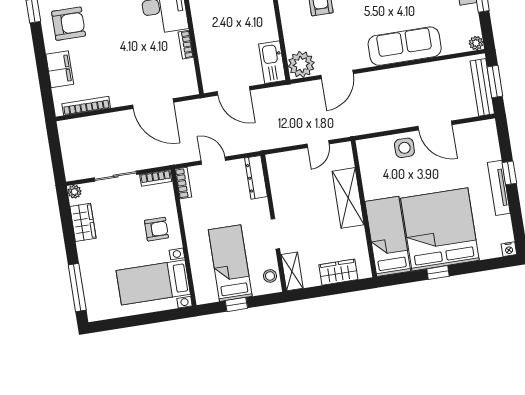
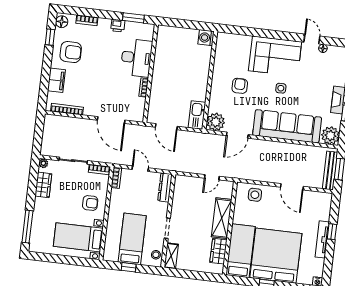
plant: (476, 43) -> (330, 136), width x1.88, depth x1.88
sofa: (405, 46) -> (287, 126), width x1.36, depth x1.27
side table: (404, 148) -> (255, 195), moved
wardrobe: (338, 272) -> (218, 251), moved, turned -90

